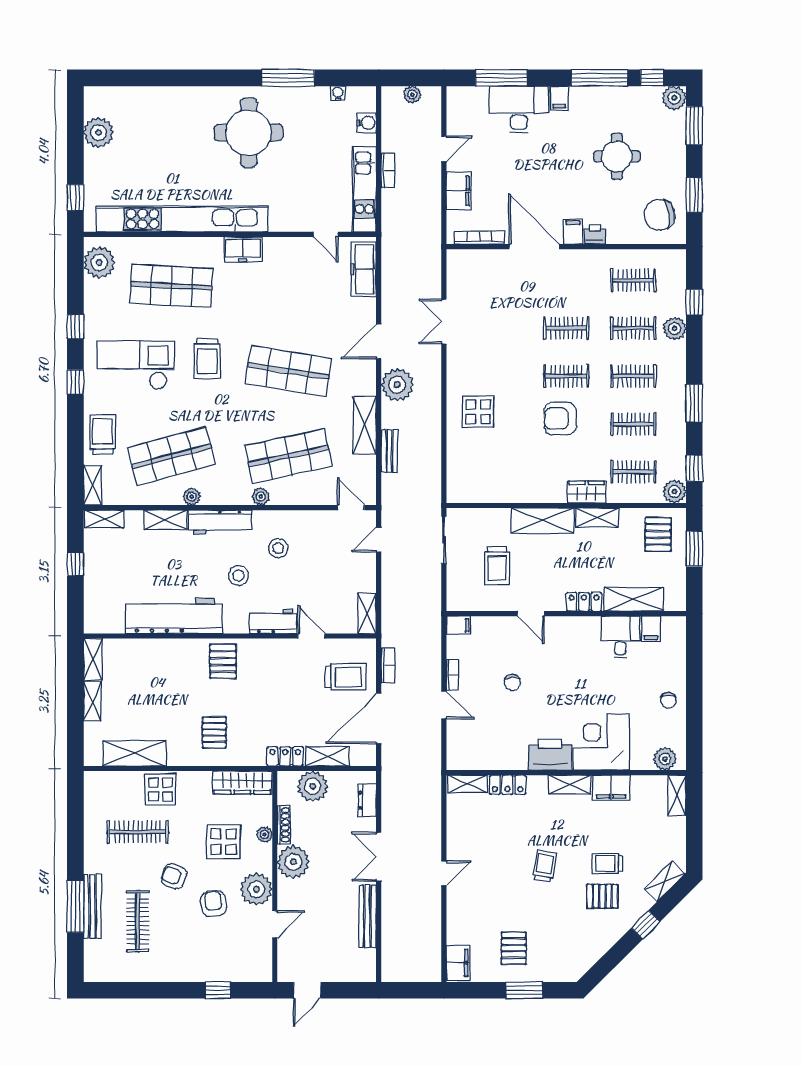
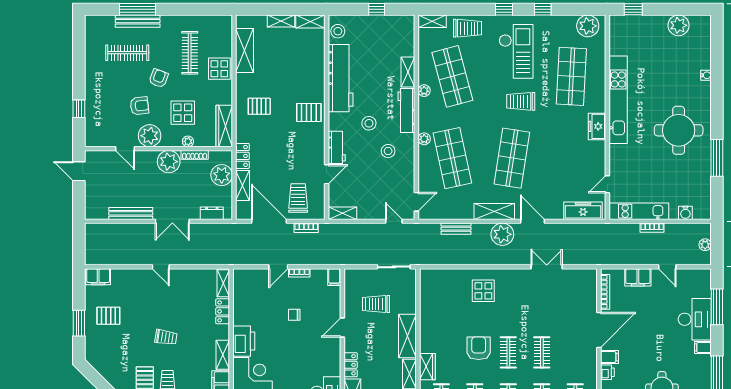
water cooler: (338, 93) -> (706, 75), moved
kitchen unit: (182, 219) -> (618, 100), width x0.73
shelving: (365, 425) -> (494, 212), moved
shelving: (105, 519) -> (409, 30), removed
stool: (107, 620) -> (338, 31), added
trolley: (345, 677) -> (298, 198), turned 180
double door: (379, 857) -> (172, 221), swing flipped

